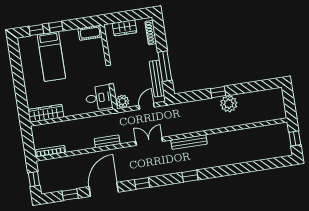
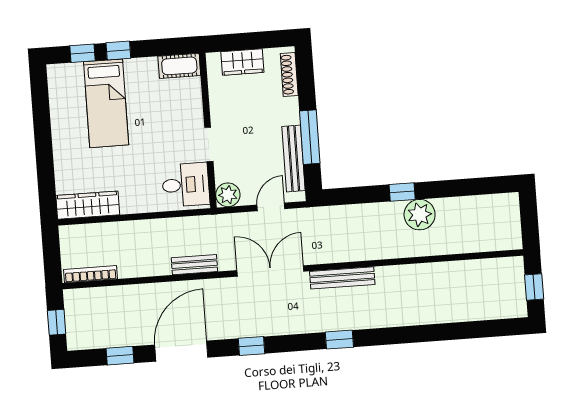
double door: (149, 141) -> (270, 271), width x1.37

